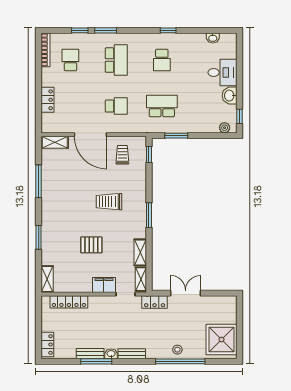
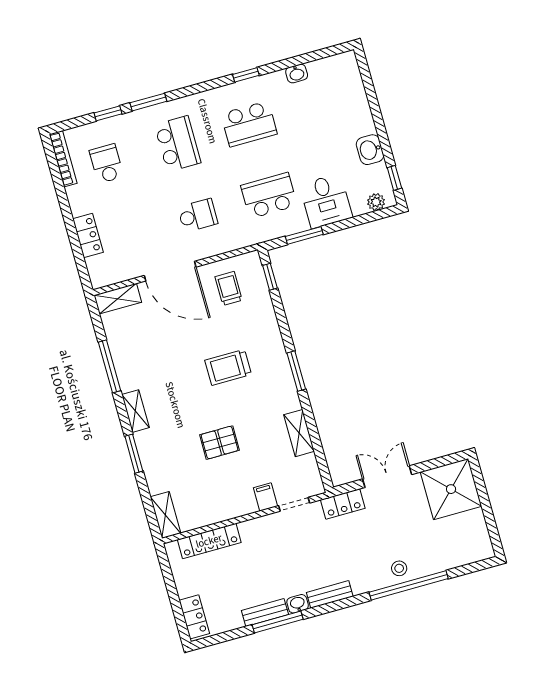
washbasin: (213, 38) -> (297, 73), moved
school desk: (162, 60) -> (249, 124), width x1.85
desk: (223, 72) -> (326, 201), moved, turned 90
shelving: (141, 279) -> (135, 411), moved
filing cabinet: (104, 285) -> (265, 497), width x0.50
shower: (221, 340) -> (451, 489), moved

